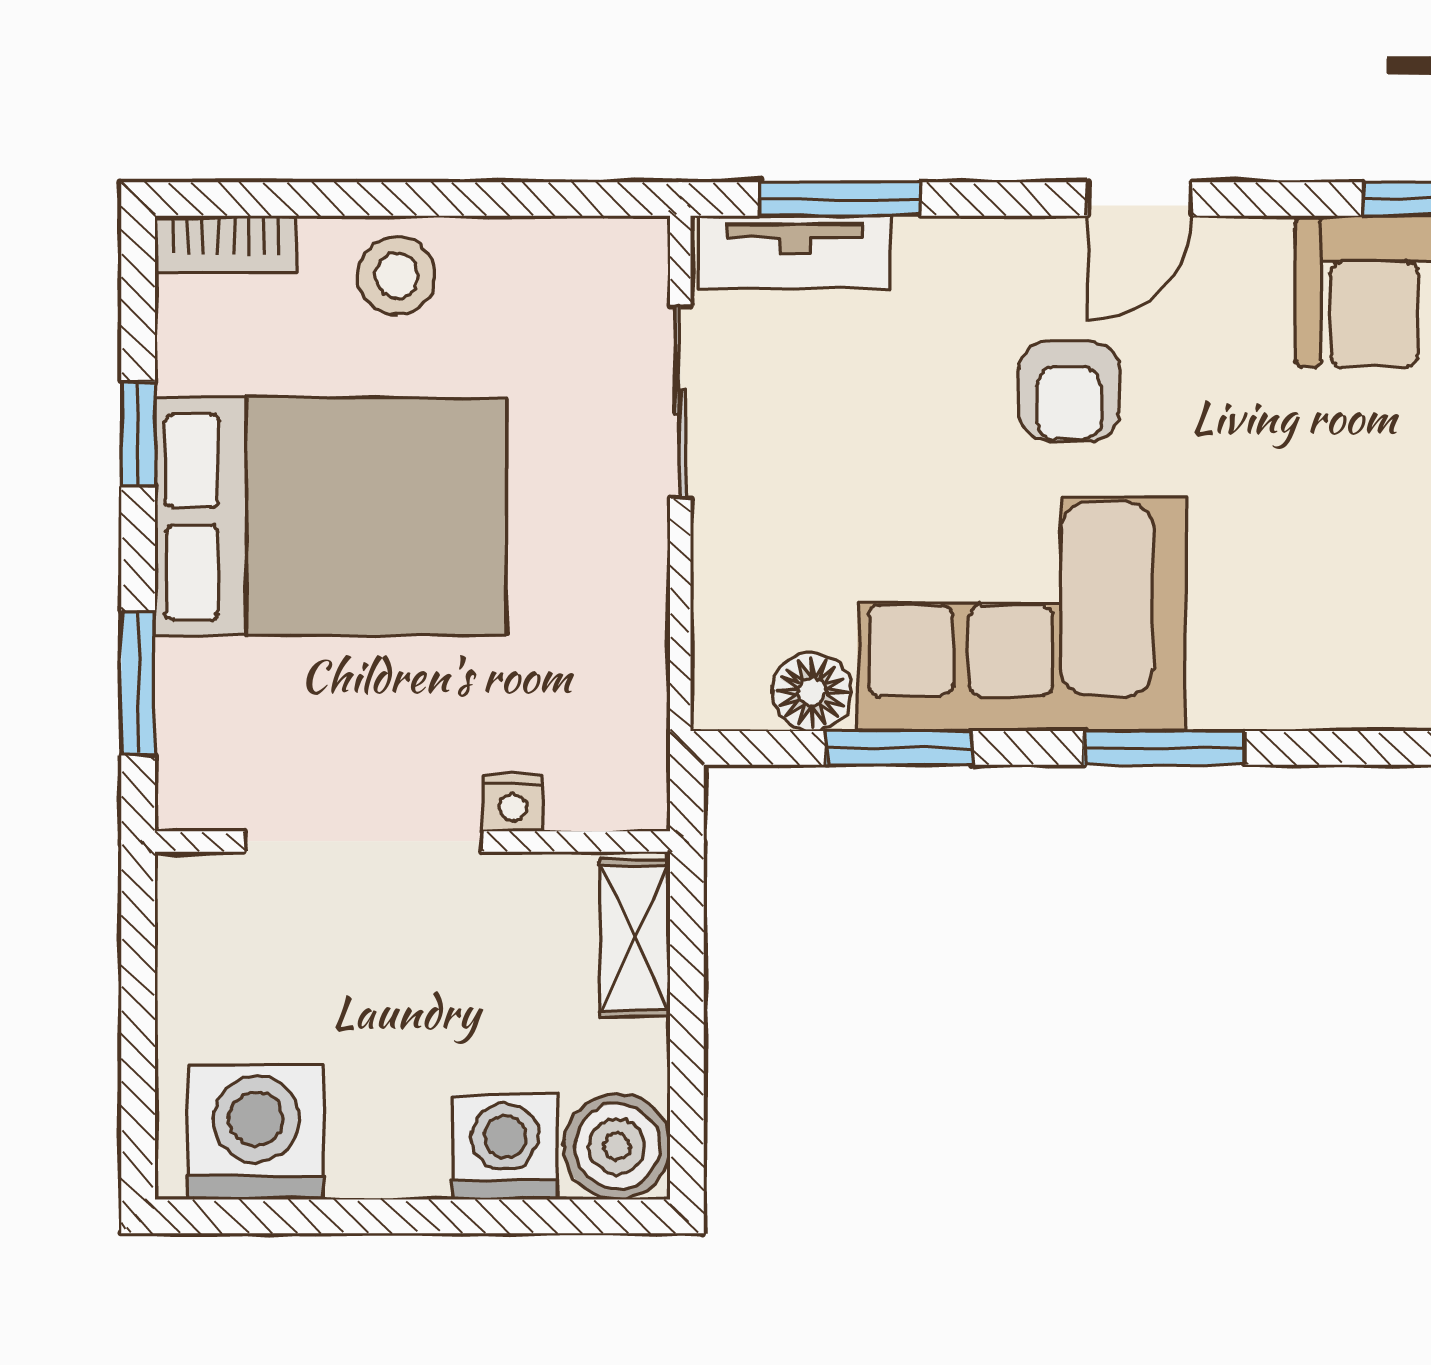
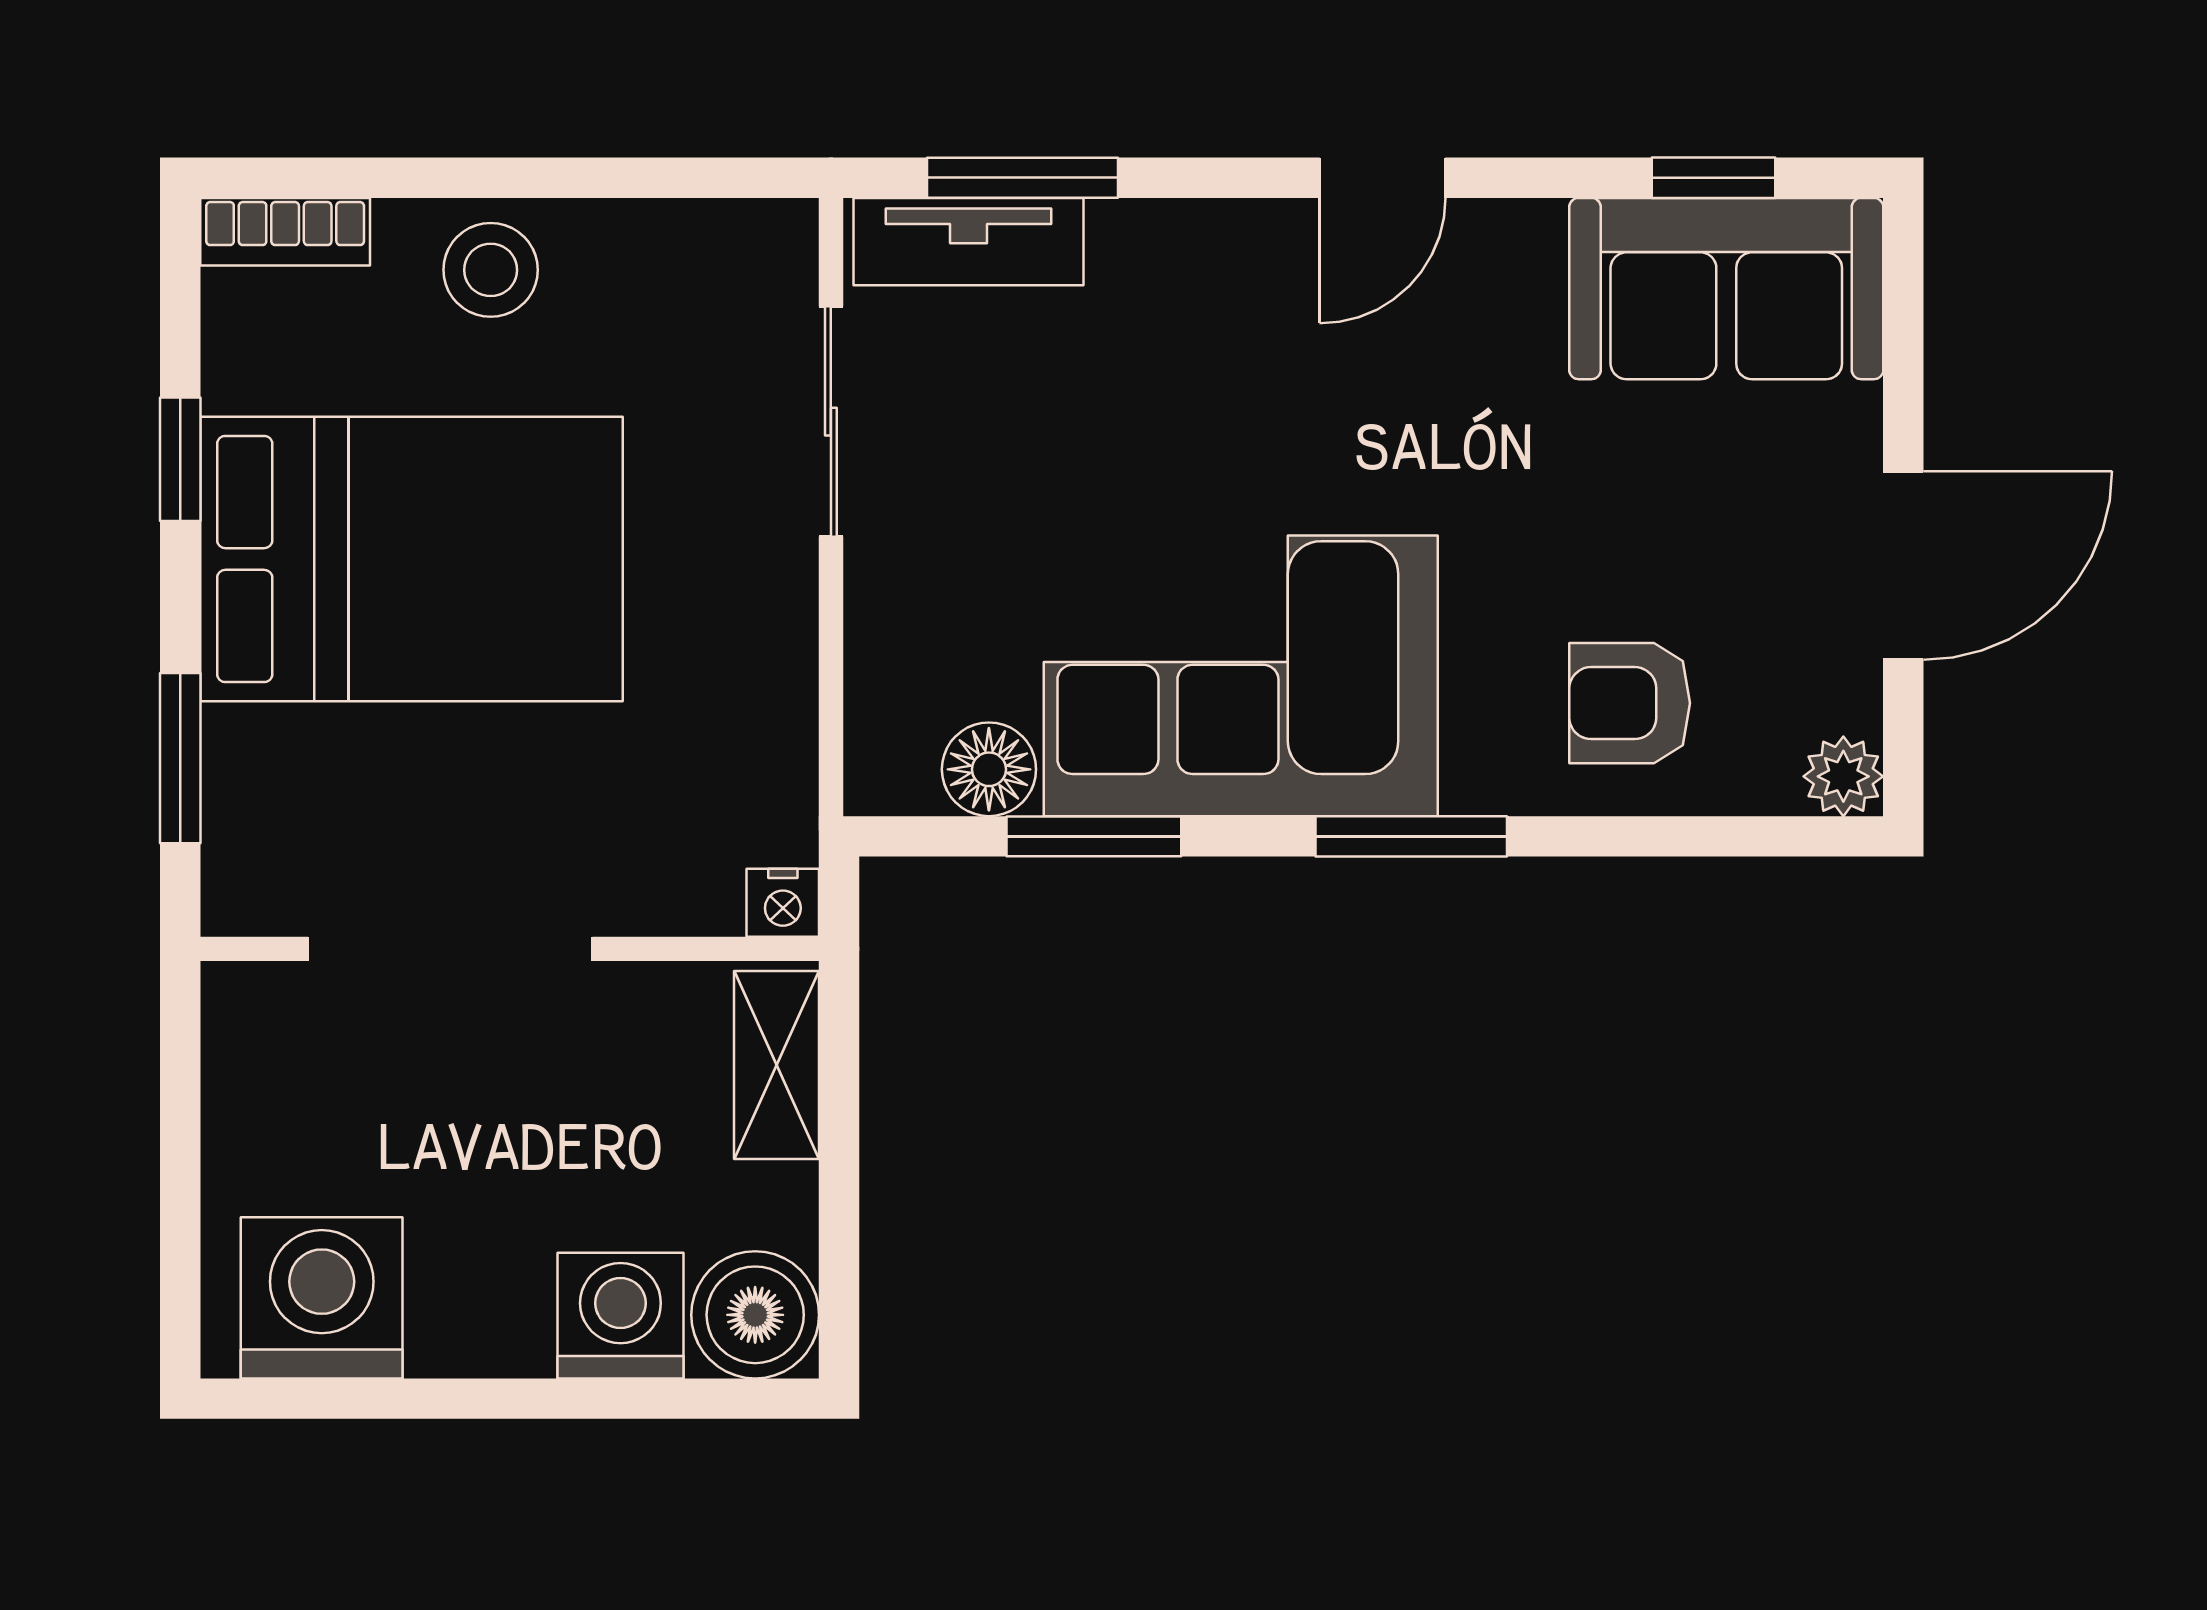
armchair: (1069, 391) -> (1630, 703), moved, turned 90
nightstand: (513, 803) -> (783, 903), moved

